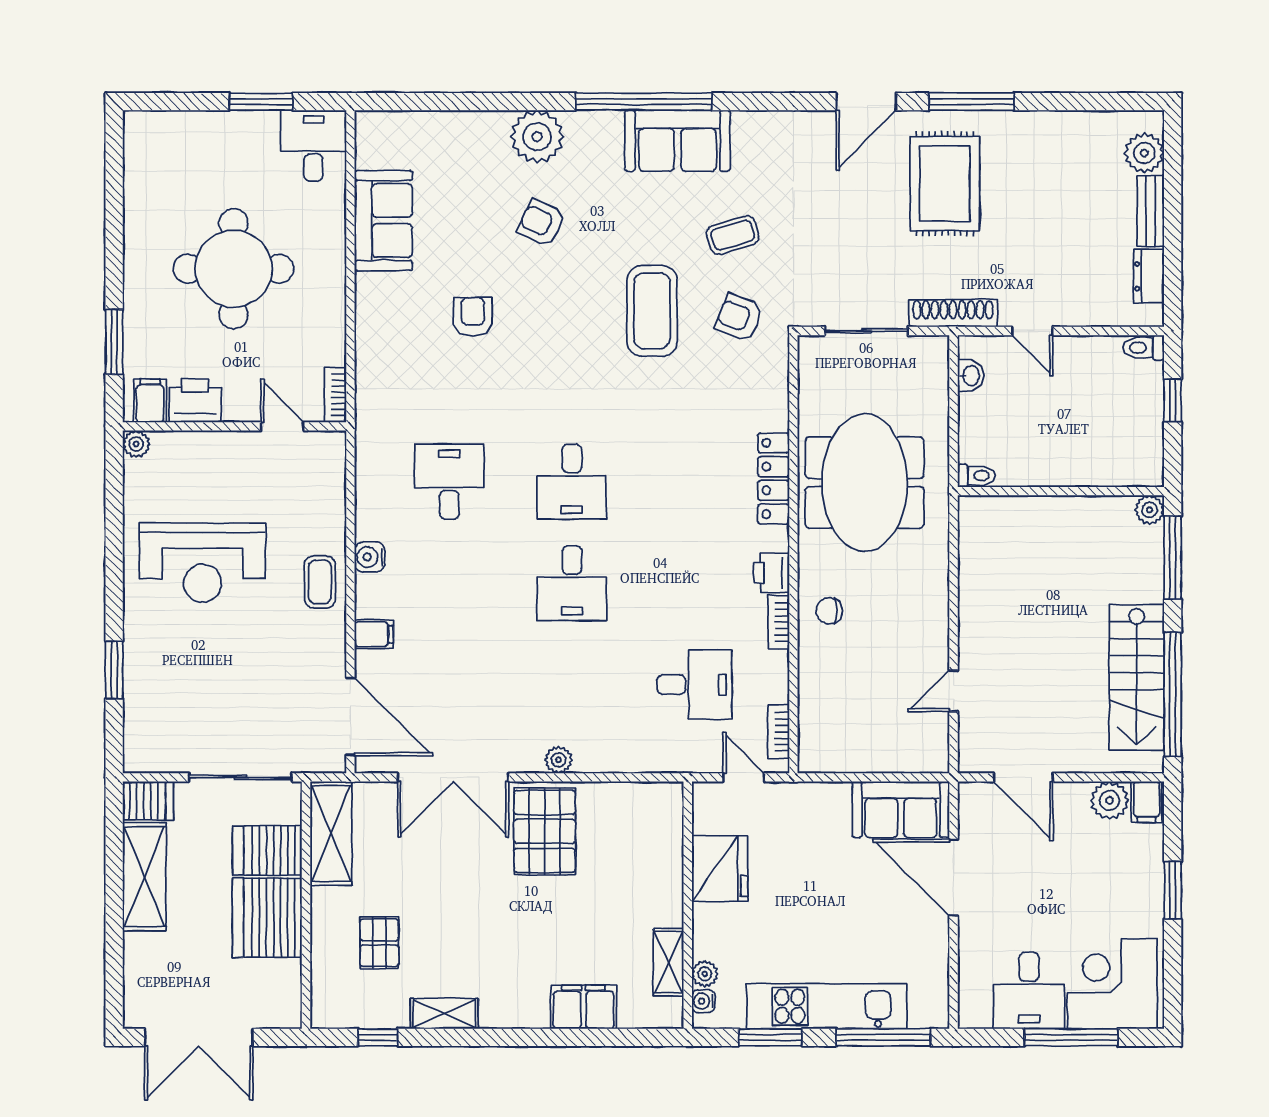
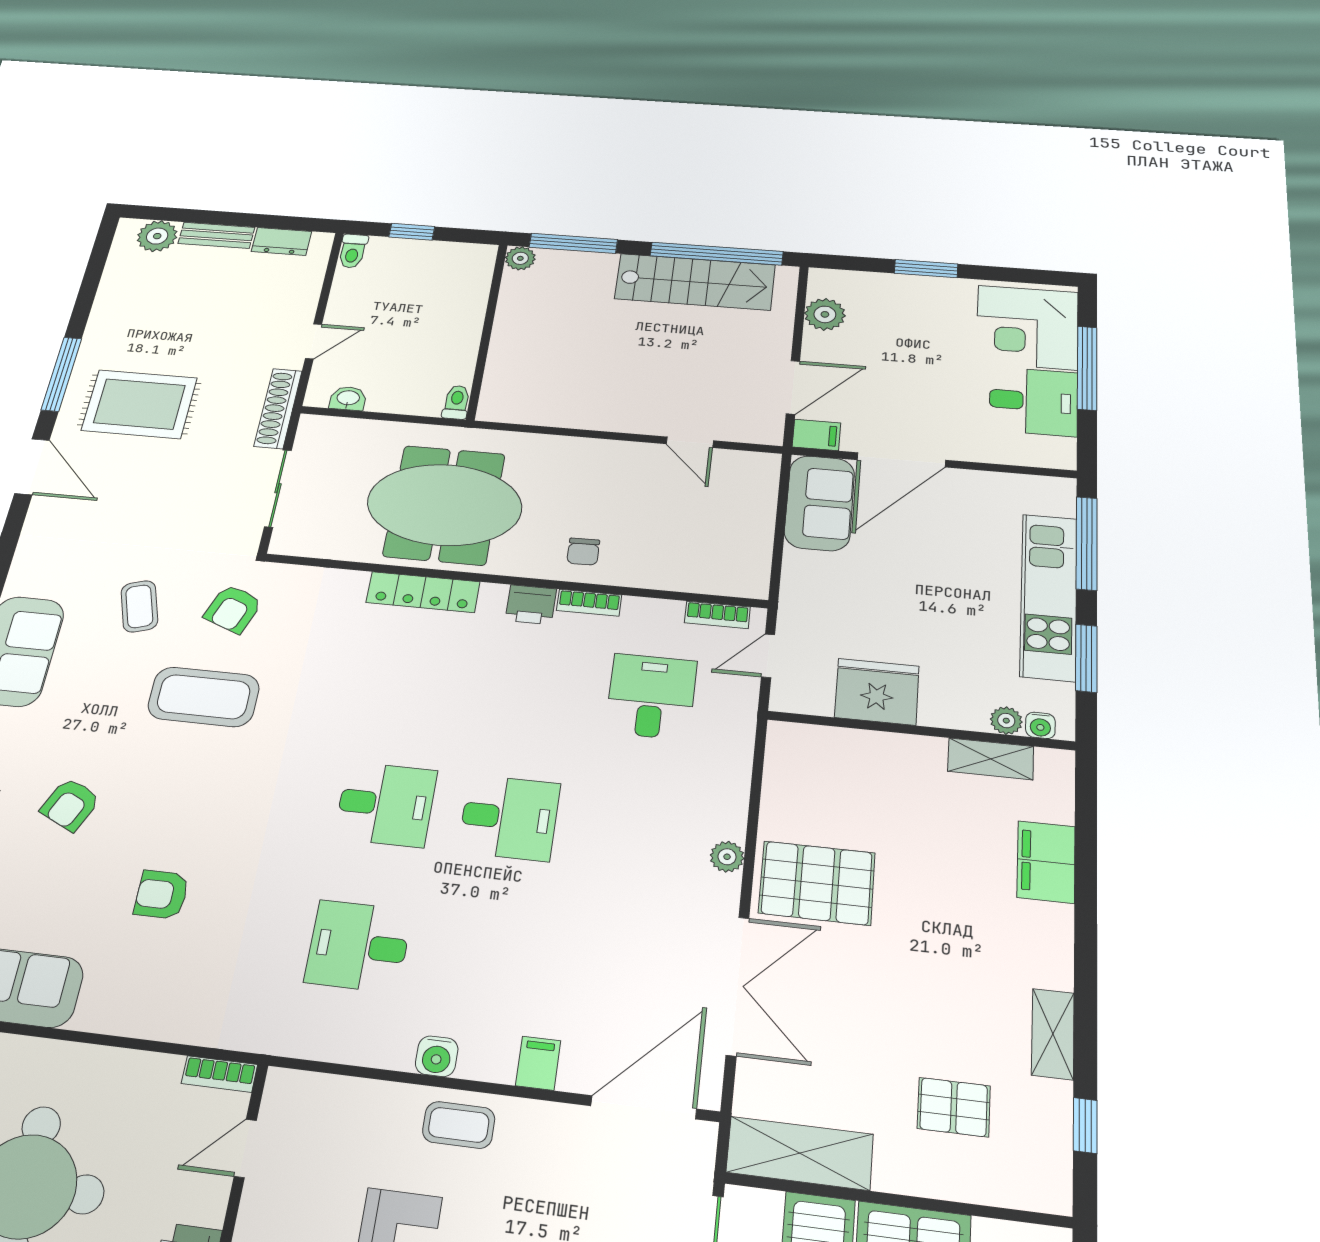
filing cabinet: (1147, 802) -> (816, 435), moved

